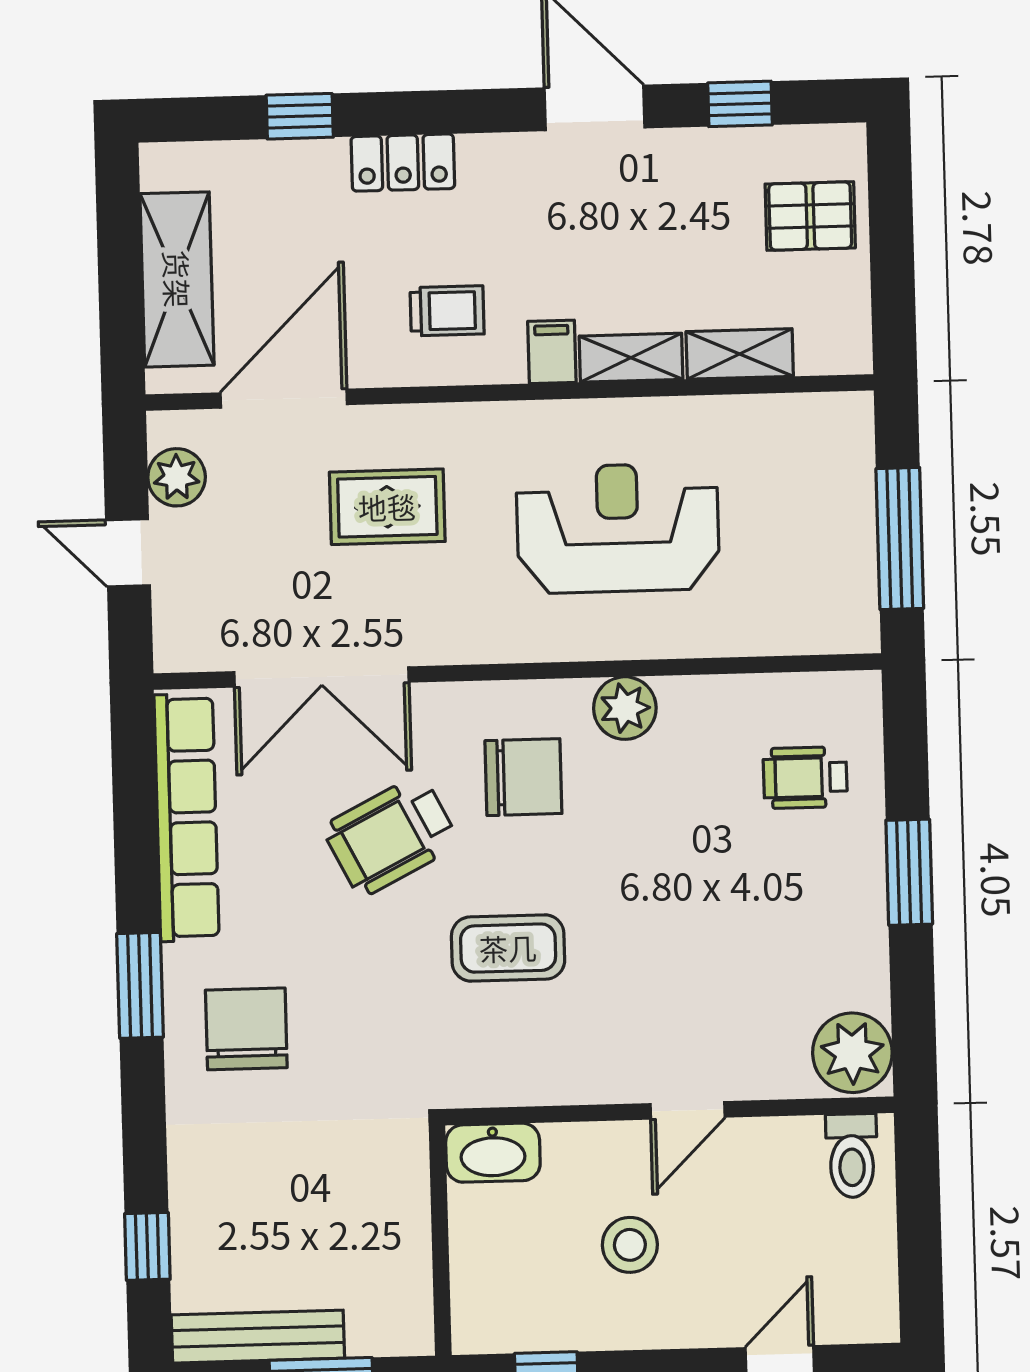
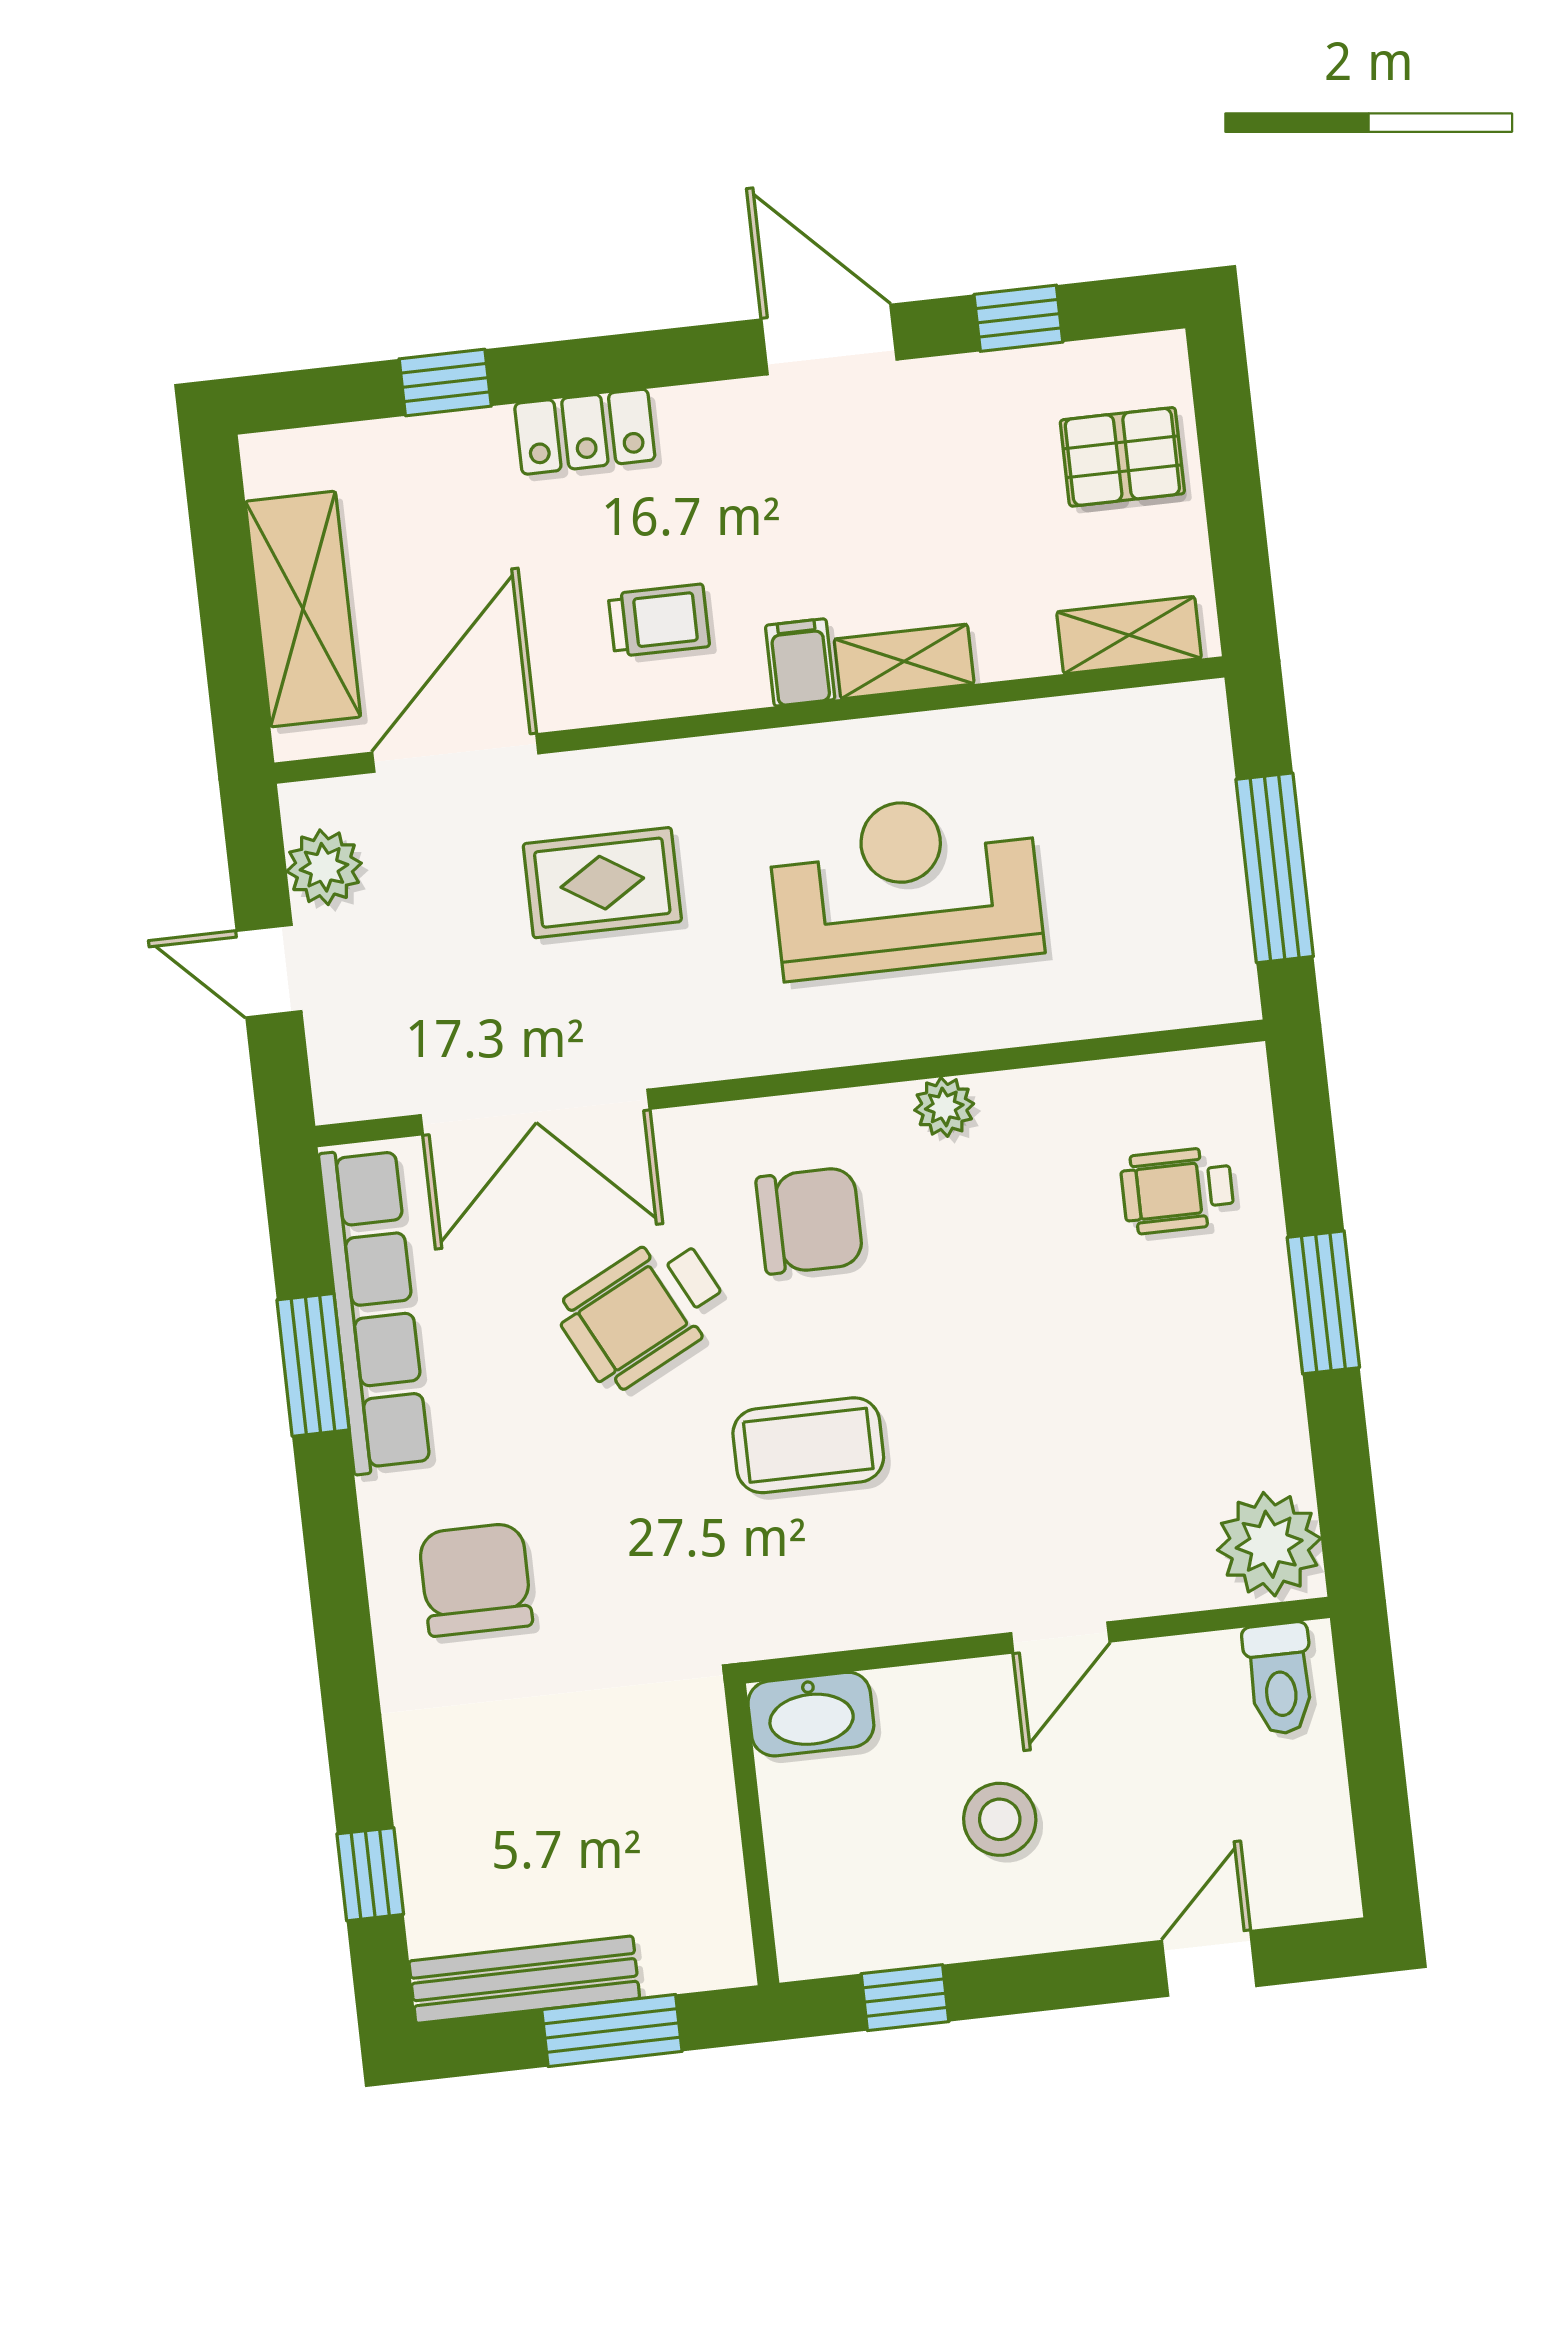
shelving: (740, 354) -> (1129, 635), moved
plant: (625, 708) -> (944, 1107), width x0.73, depth x0.73
window: (140, 985) -> (313, 1365), moved

